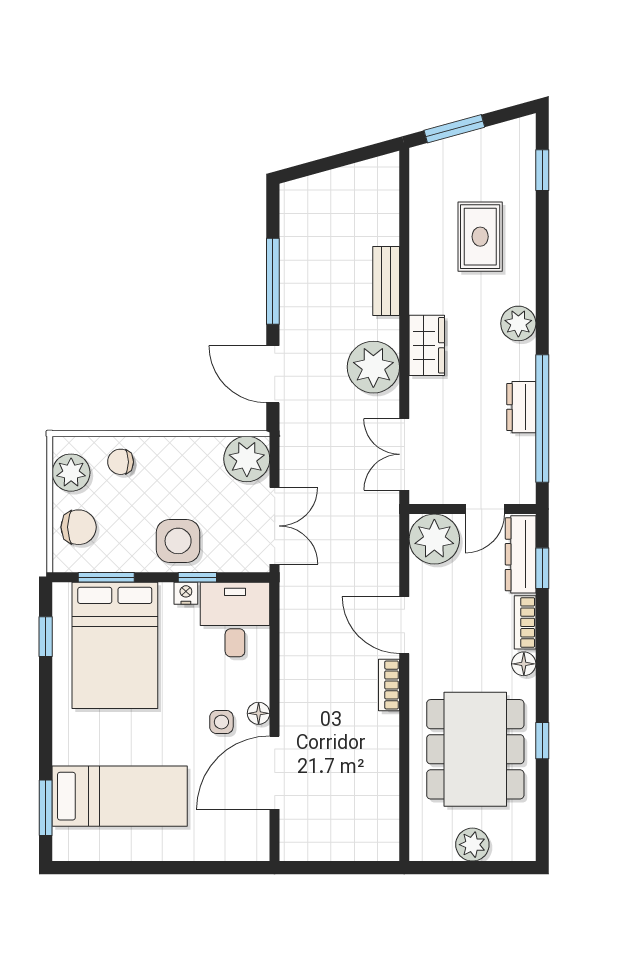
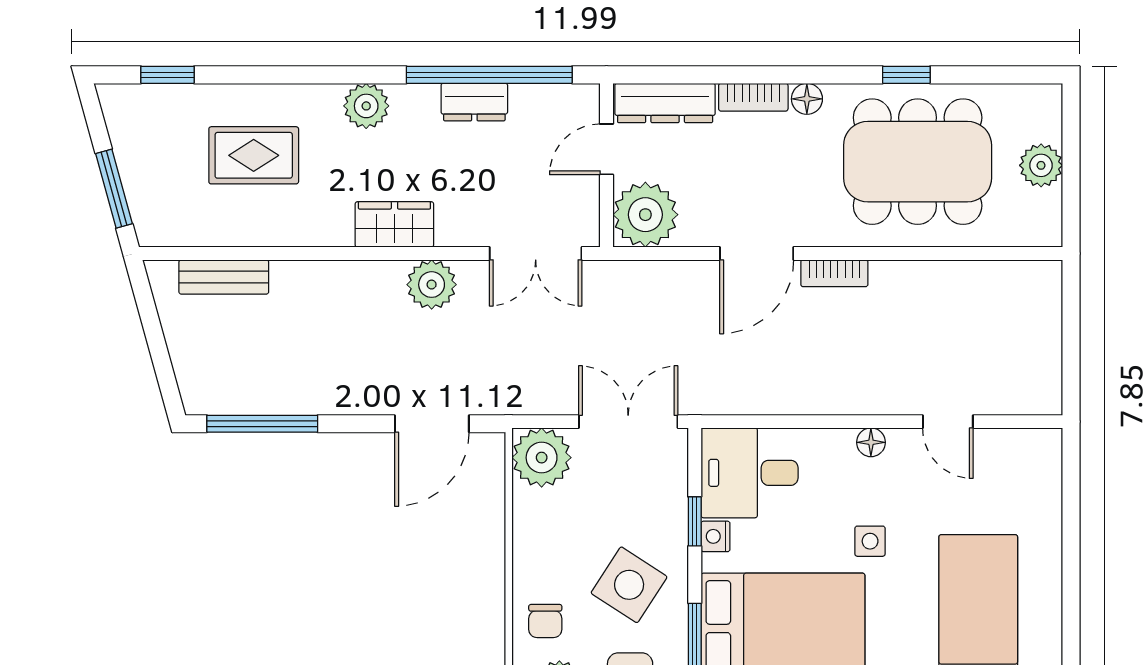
window: (273, 281) -> (262, 424), moved
bench: (386, 281) -> (224, 277), moved
plant: (373, 367) -> (432, 285), width x0.73, depth x0.73
door: (485, 509) -> (607, 149), swing flipped
side table: (178, 541) -> (629, 585), moved, turned 33
window: (542, 568) -> (683, 75), removed
side table: (221, 722) -> (870, 541), moved
door: (275, 773) -> (948, 422), width x0.53

